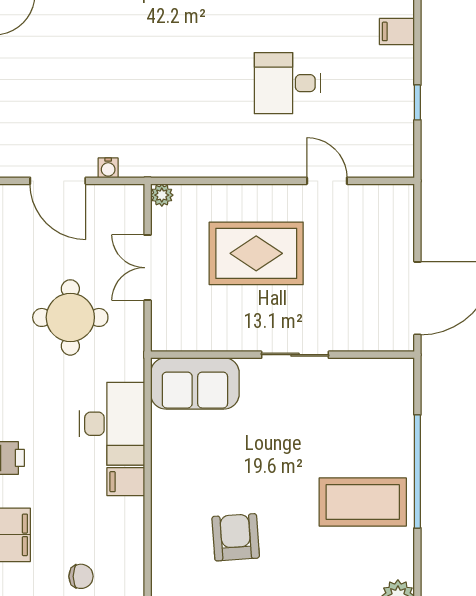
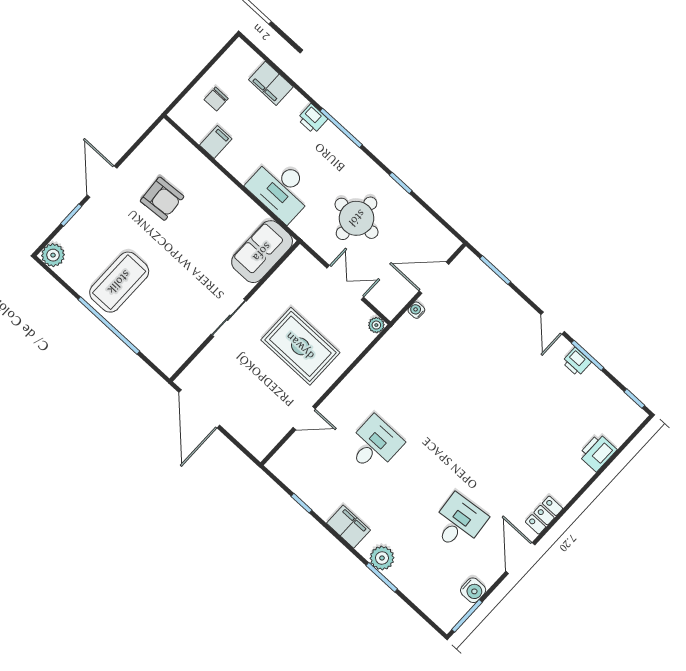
filing cabinet: (397, 31) -> (348, 527), width x2.00
rug: (256, 253) -> (300, 346), turned 90
filing cabinet: (126, 482) -> (216, 142), moved

